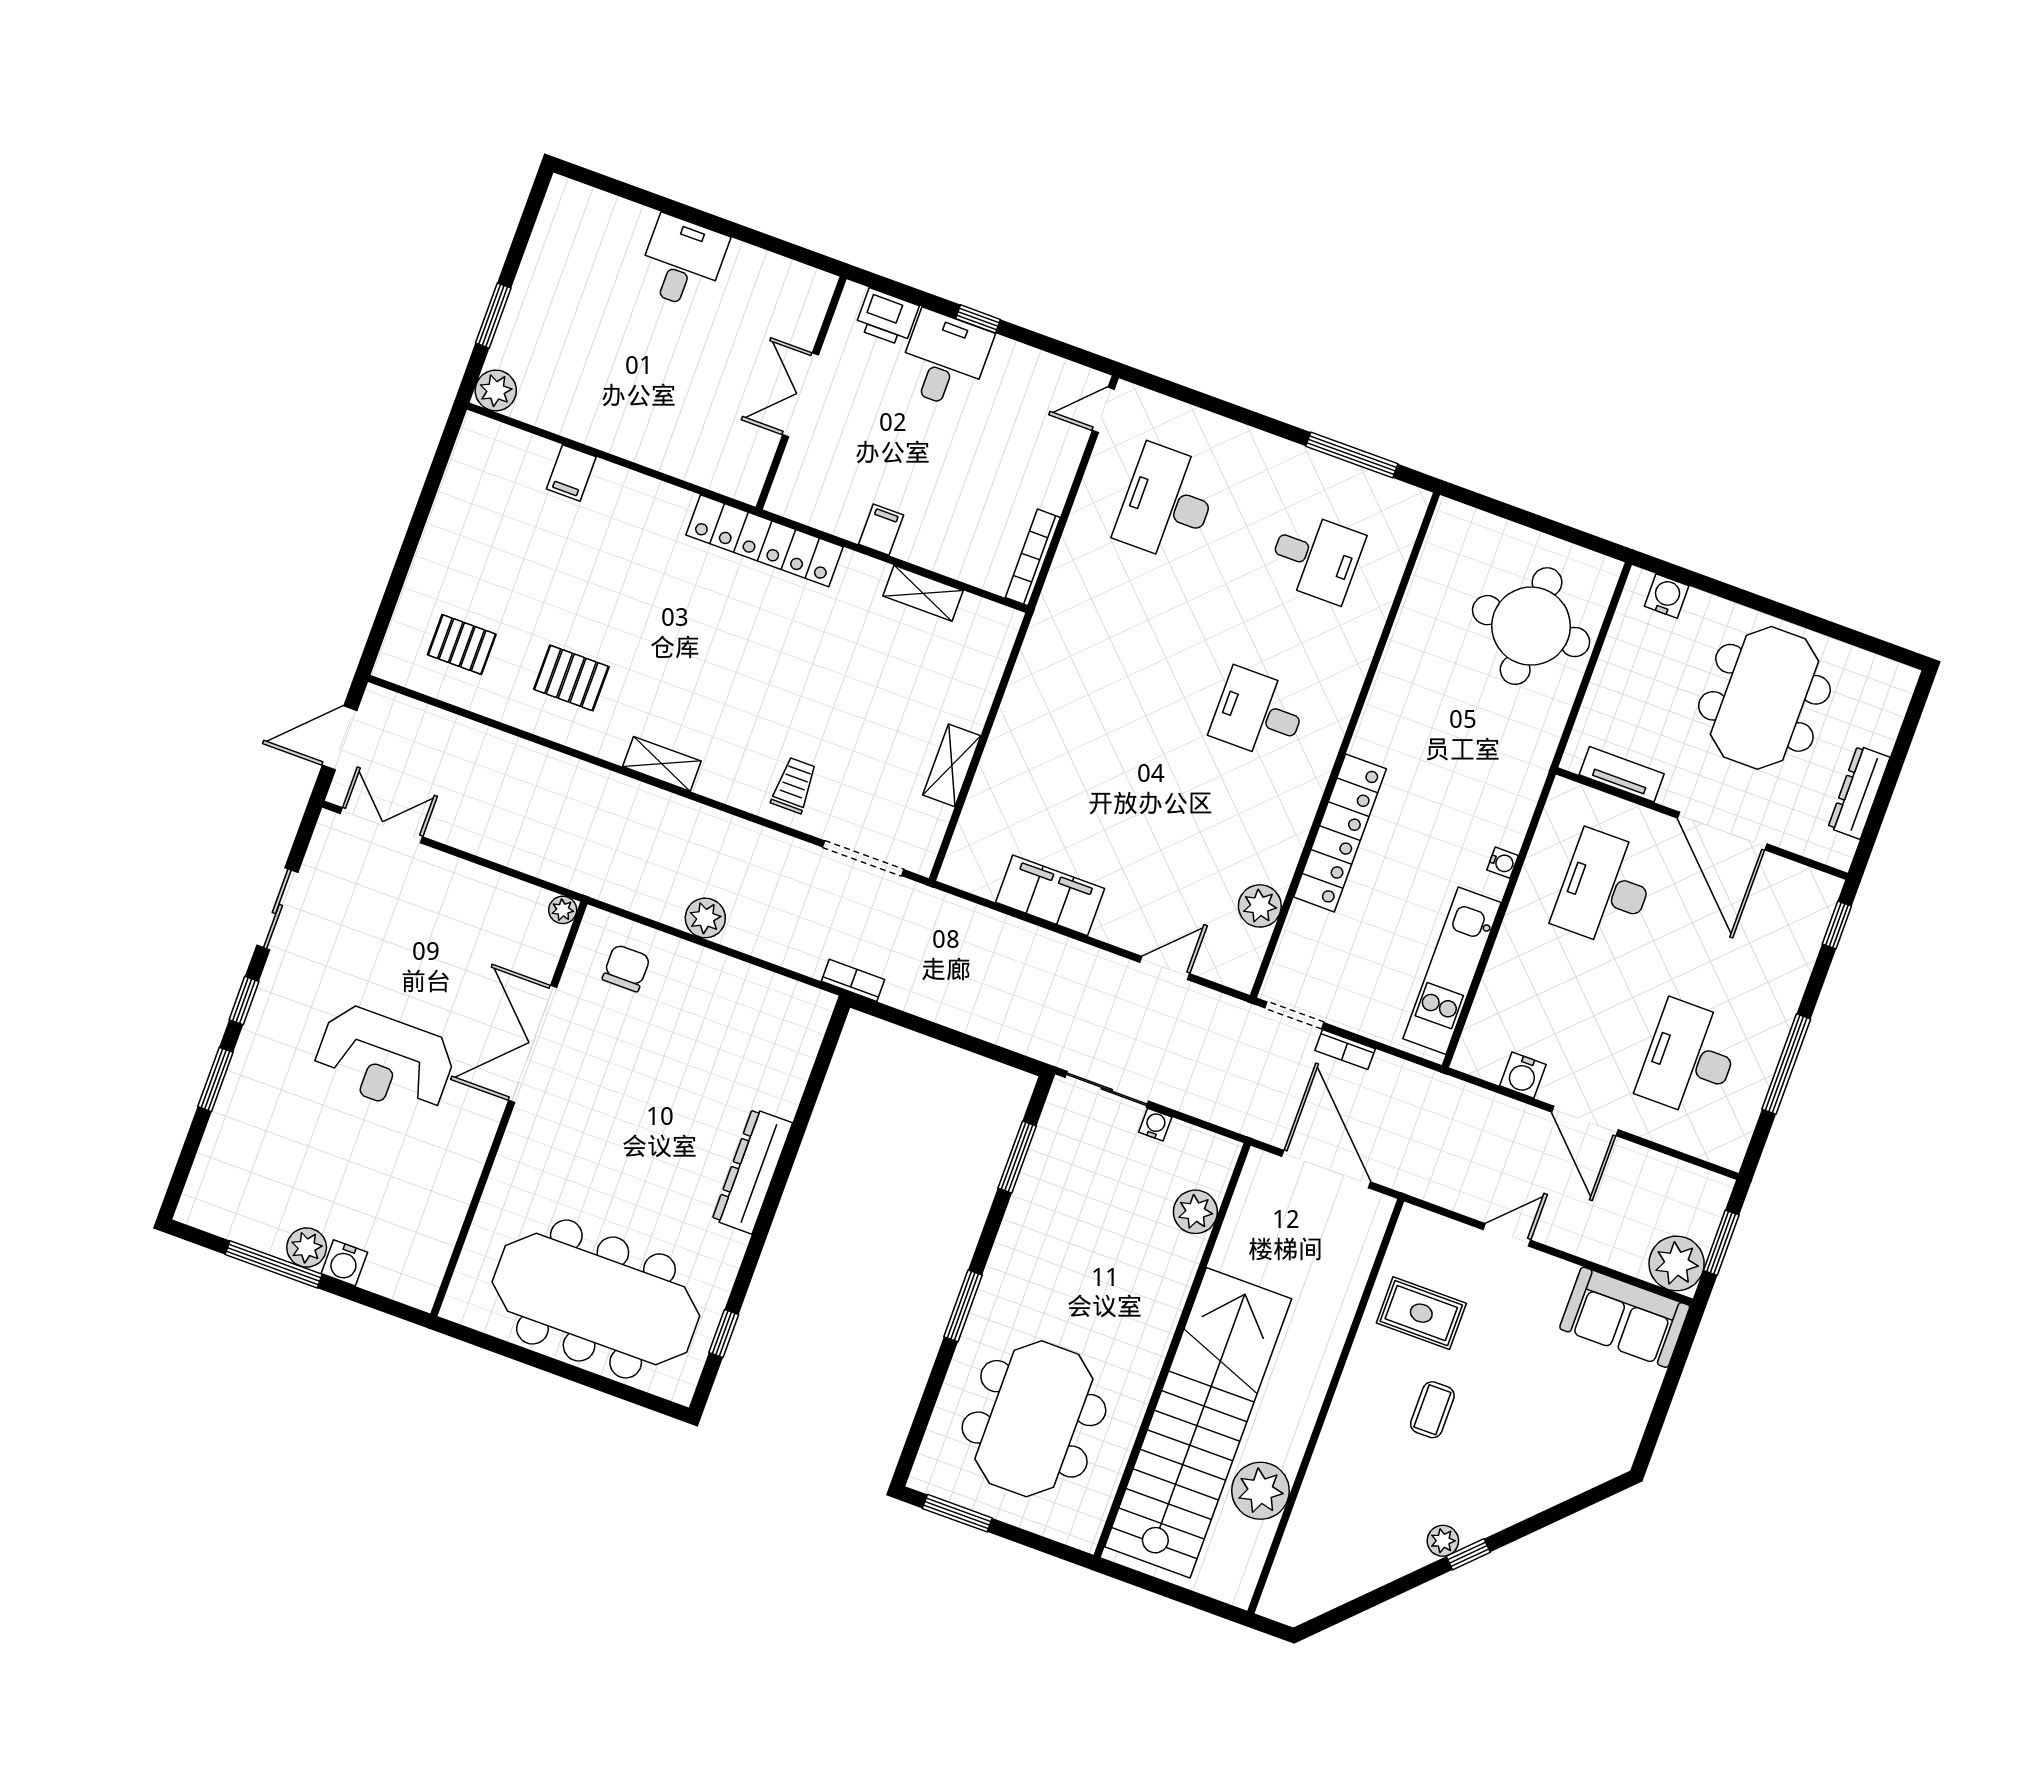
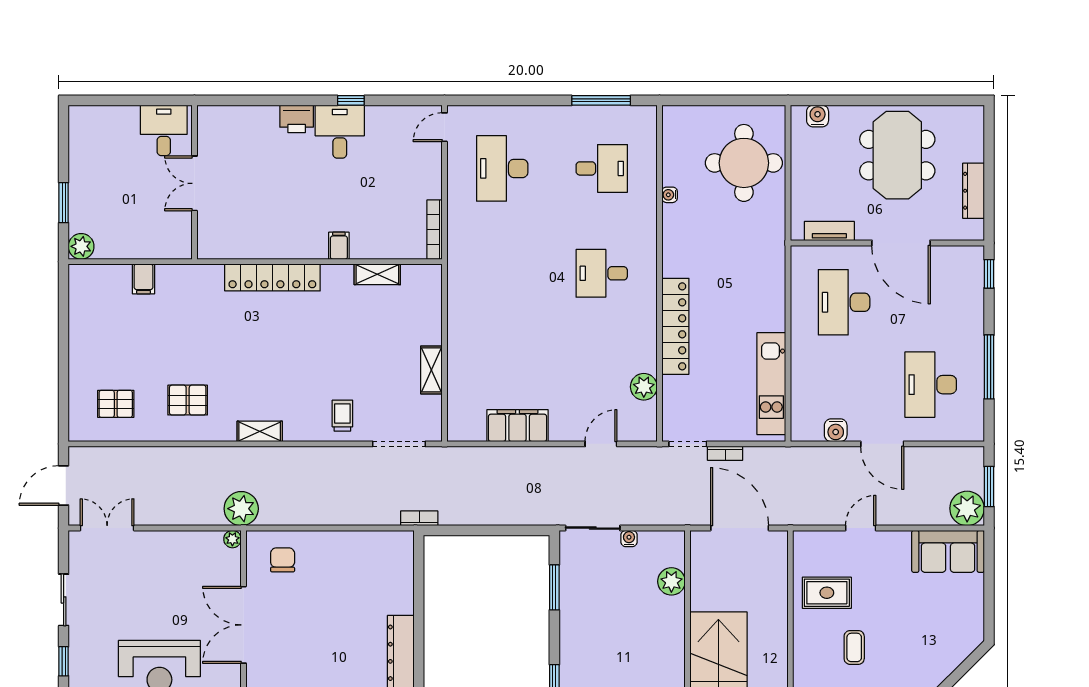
wall: (801, 393) -> (194, 182), moved
double door: (800, 395) -> (194, 183), moved
water cooler: (1503, 863) -> (670, 195), moved, turned 180
plant: (705, 918) -> (241, 509), moved, width x1.36, depth x1.36

